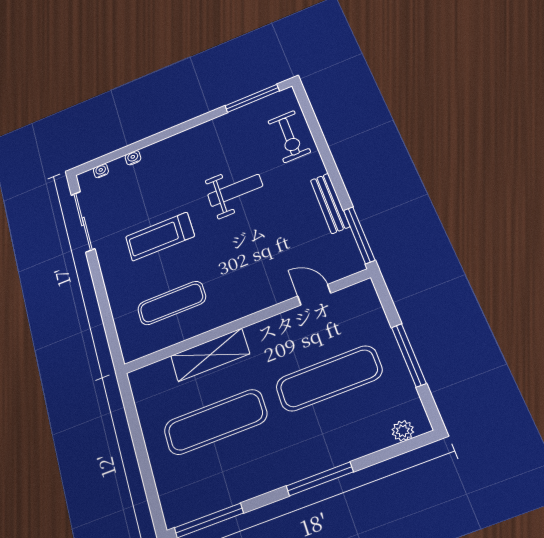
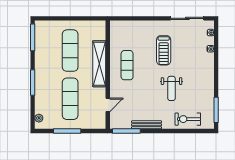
treadmill: (160, 236) -> (164, 50), turned 180
exercise mat: (172, 303) -> (127, 65), moved
shelving: (210, 355) -> (99, 64), width x1.47

